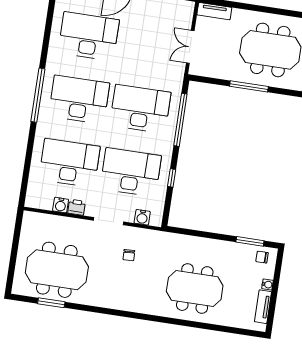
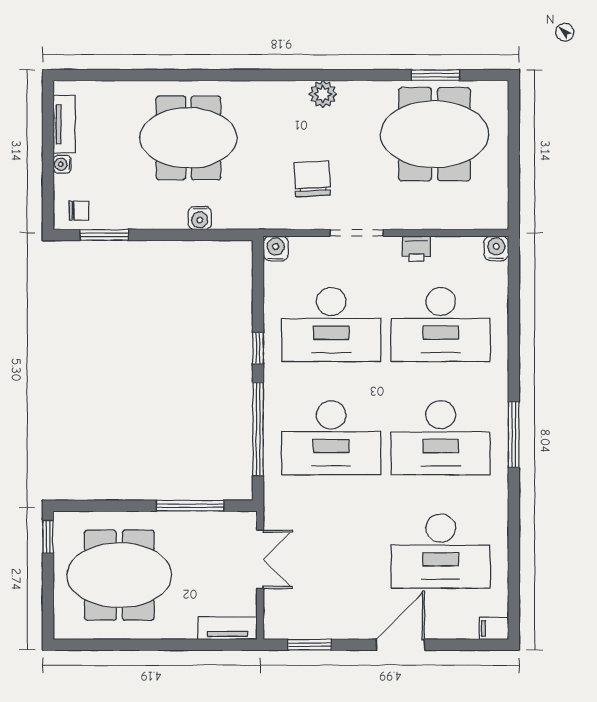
window: (249, 86) -> (190, 506), moved
window: (38, 95) -> (514, 435), width x0.68
window: (172, 178) -> (258, 348), moved
water cooler: (61, 205) -> (496, 248), moved
water cooler: (142, 217) -> (276, 249), moved
water cooler: (195, 243) -> (200, 218), added
chair: (129, 255) -> (312, 179), width x1.87, depth x1.87
plant: (116, 302) -> (323, 94), added

